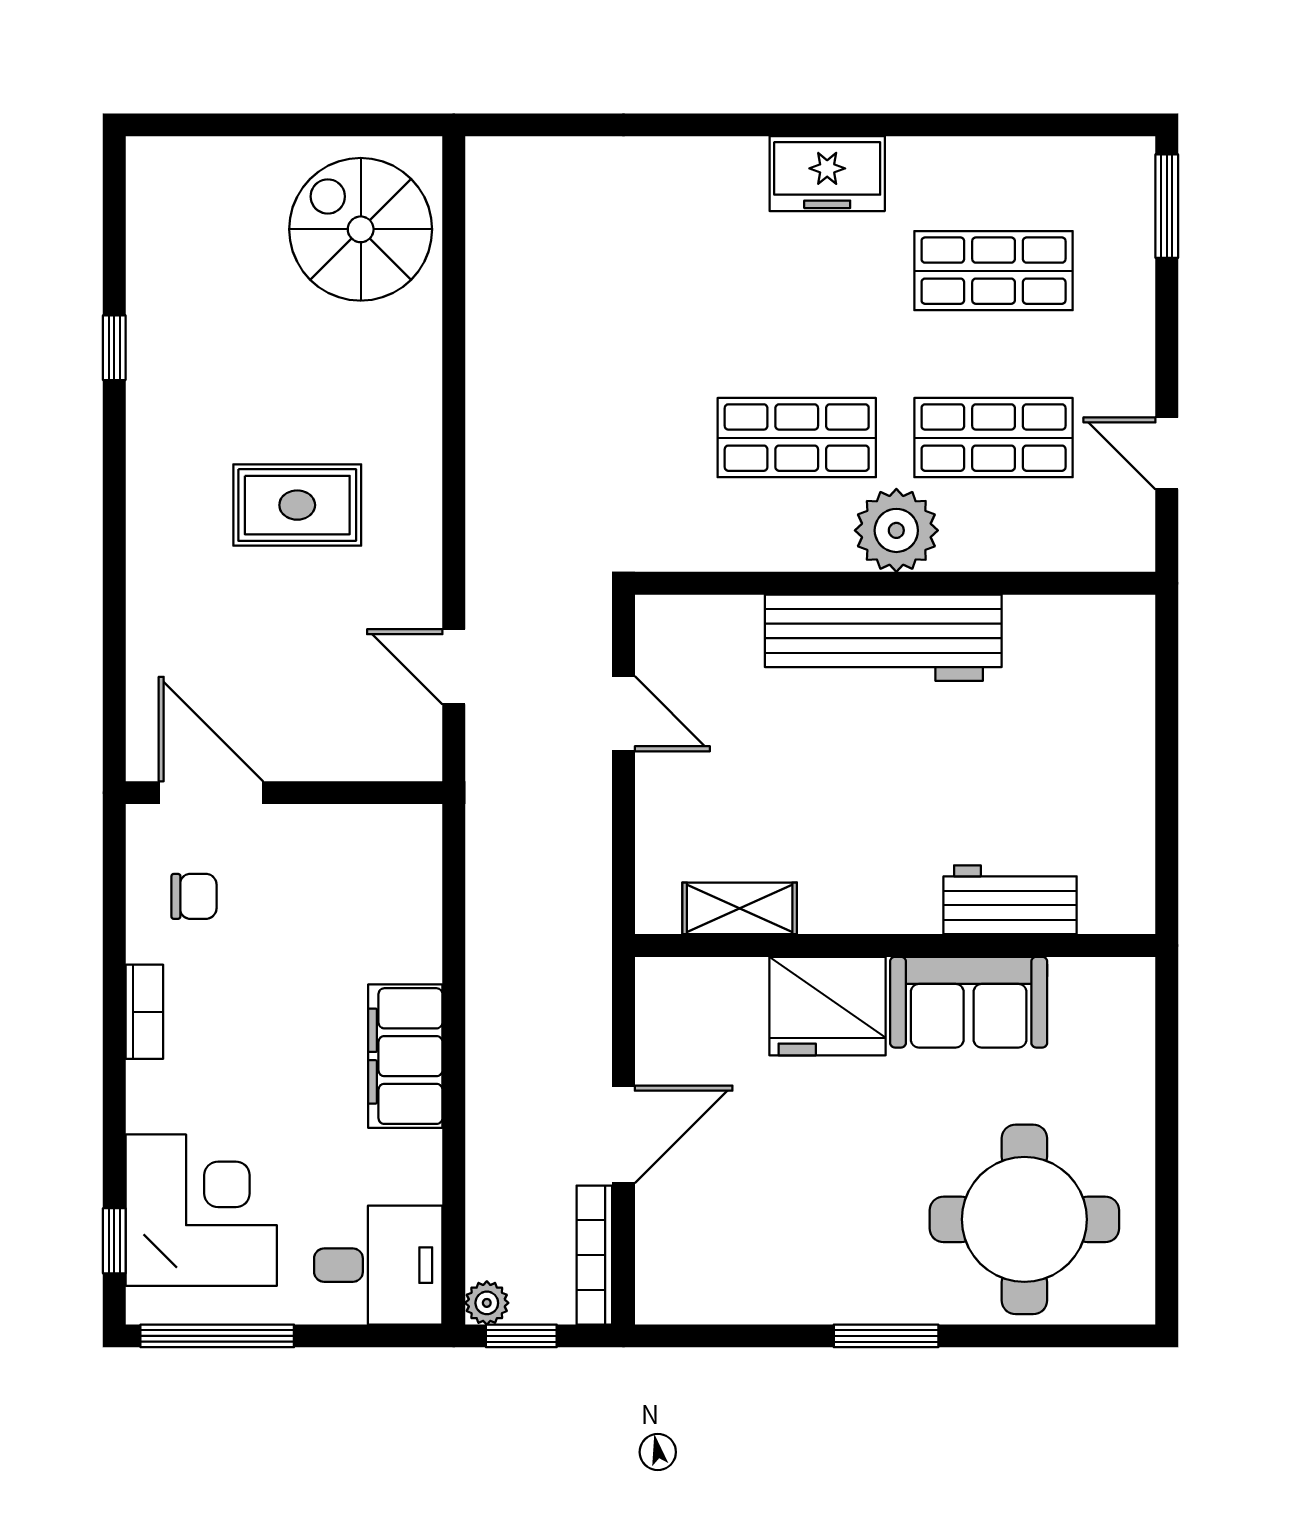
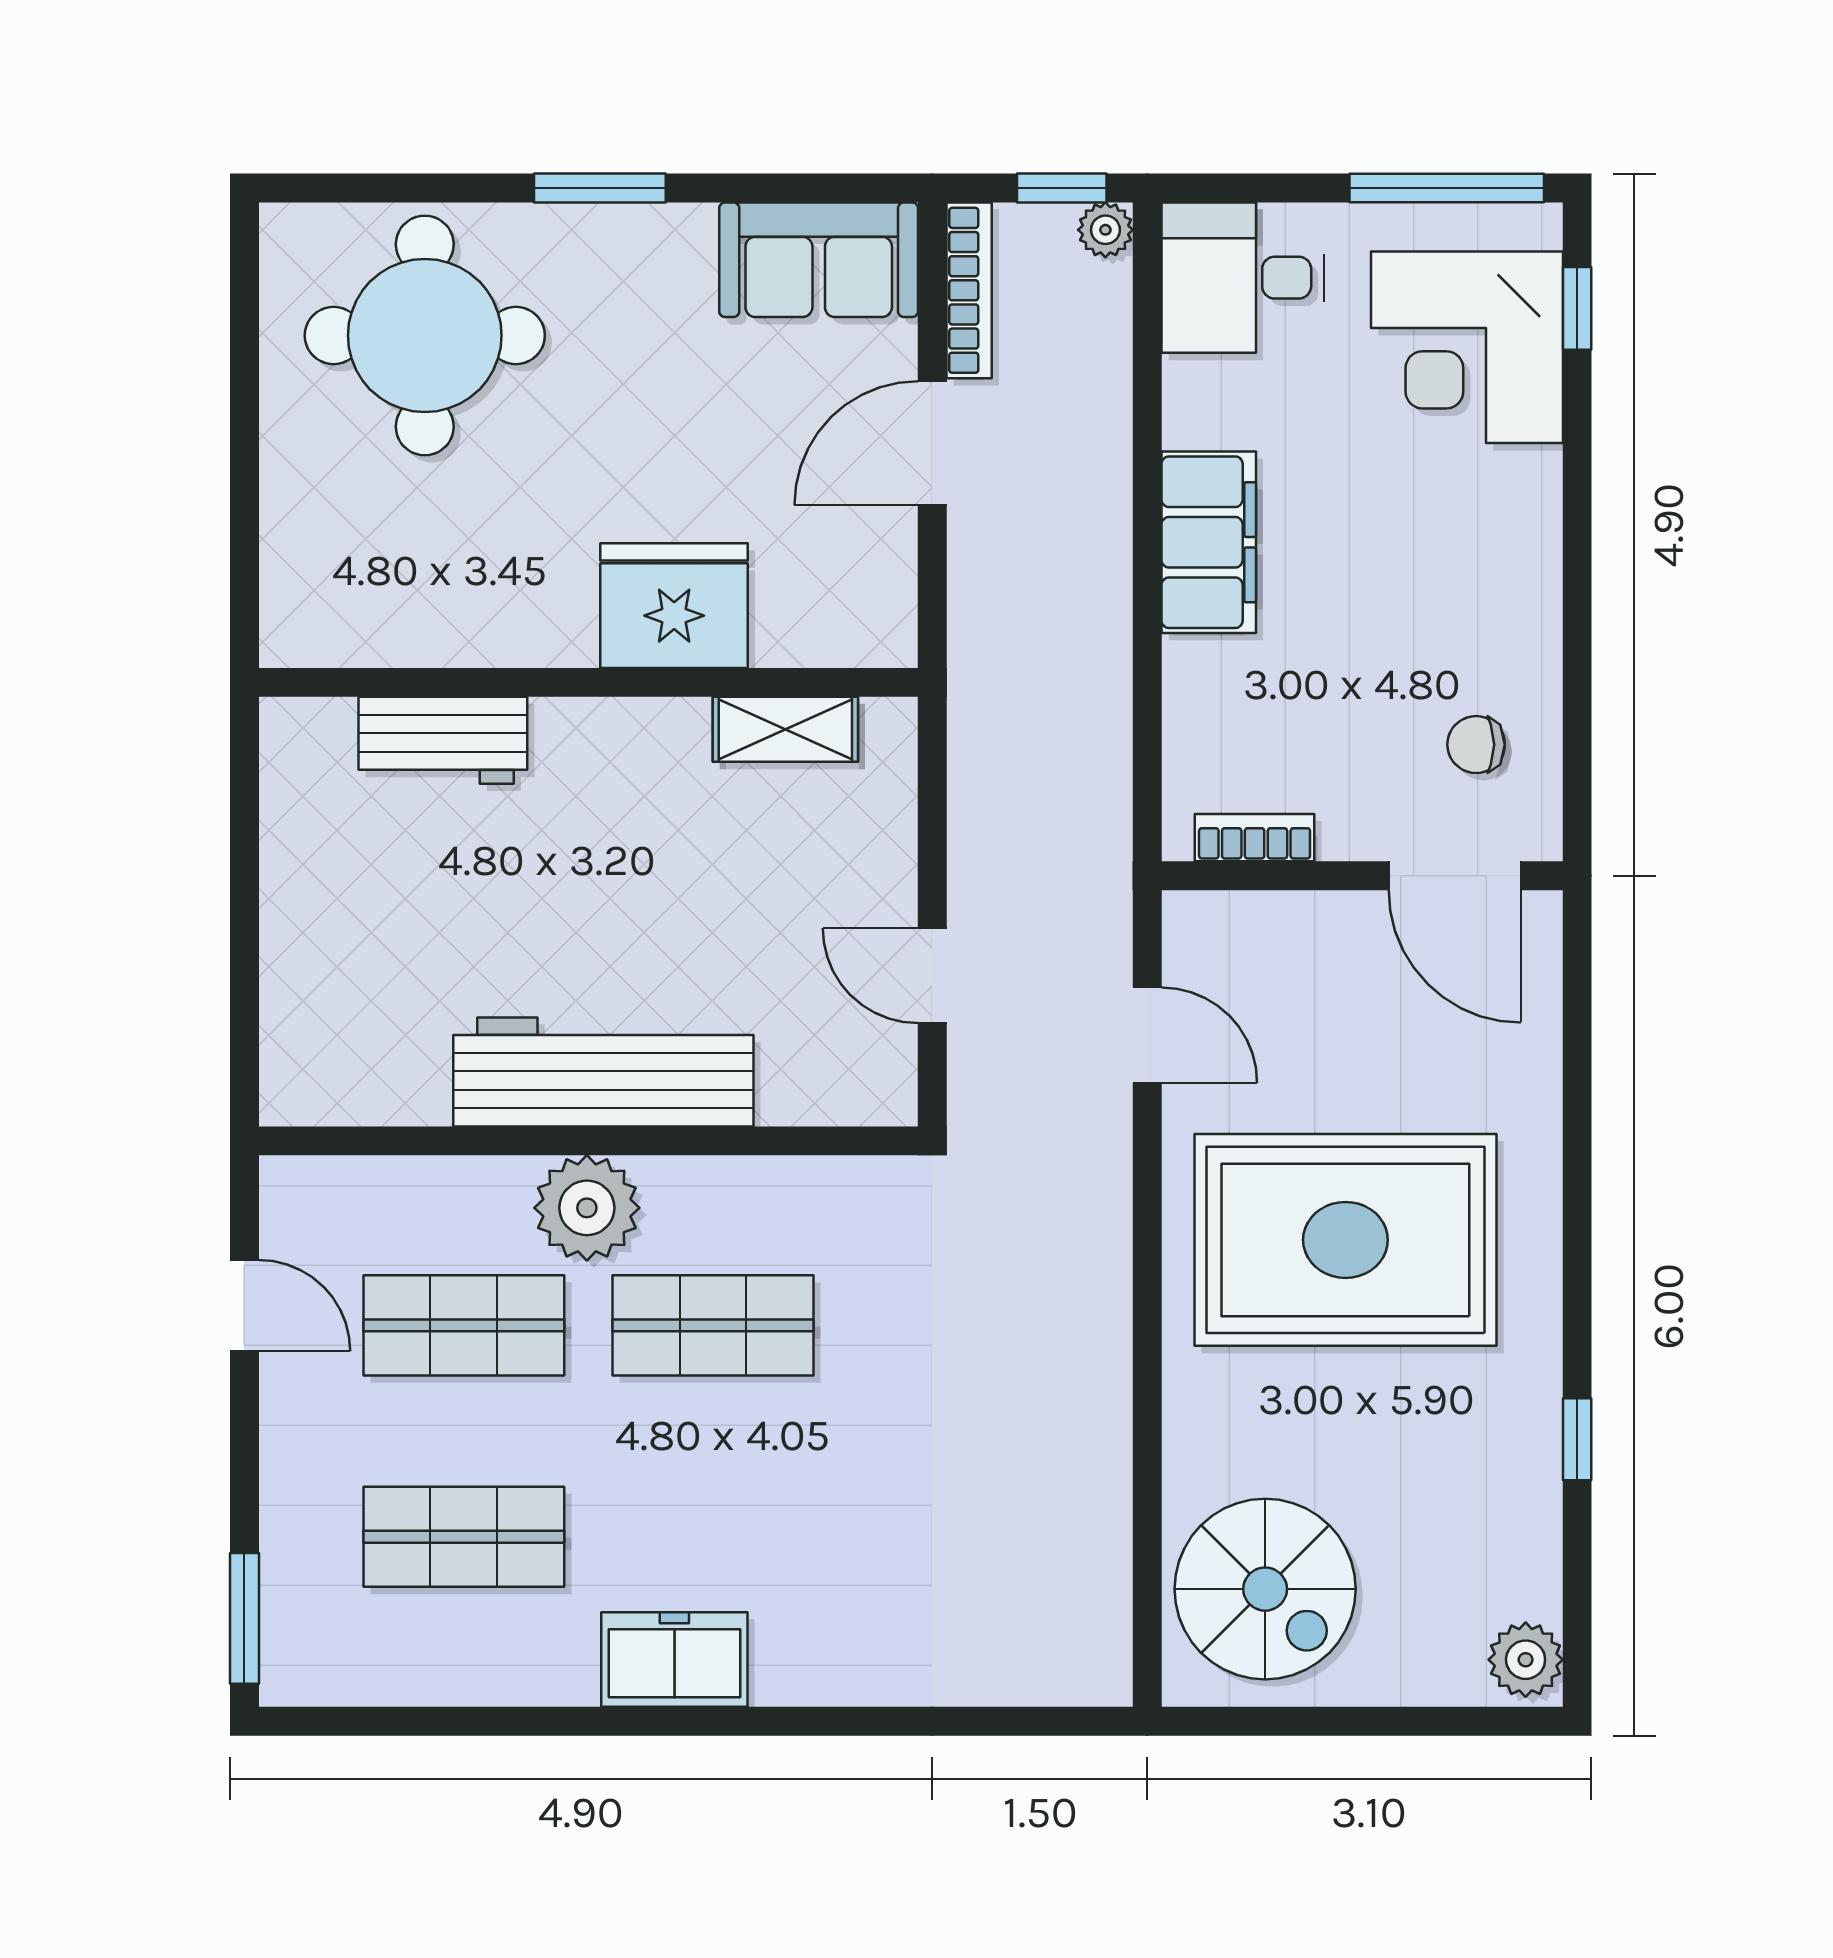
plant: (155, 174) -> (1526, 1660), added
rug: (297, 505) -> (1345, 1240), width x1.86, depth x2.06
sofa: (969, 1002) -> (819, 260), moved, turned 180
bookcase: (144, 1012) -> (1255, 838), moved, turned 90

